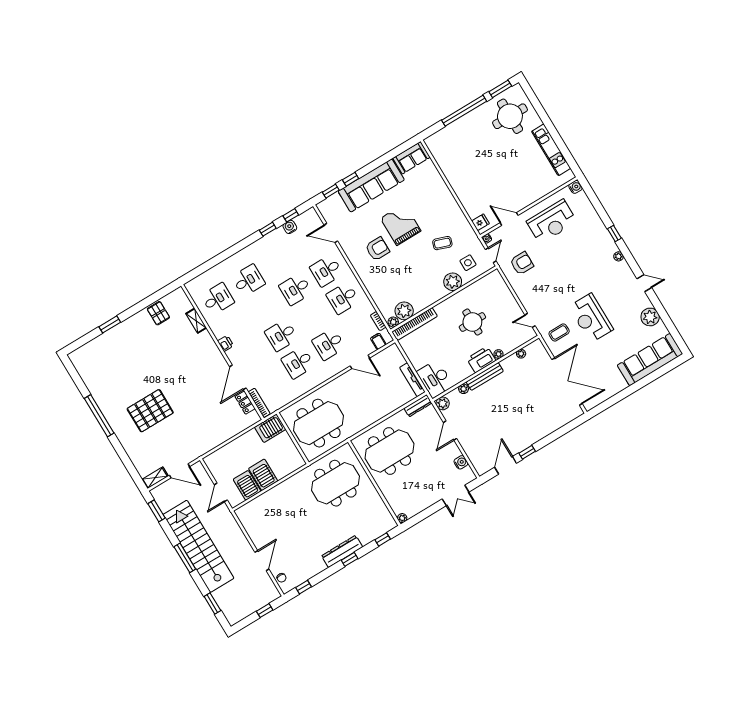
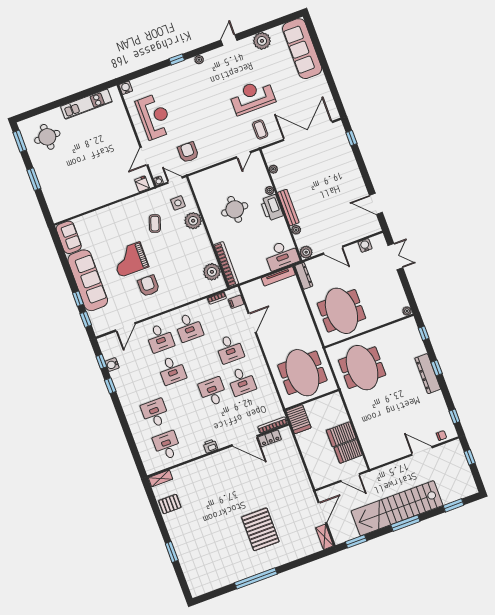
window: (464, 111) -> (34, 179), width x0.47
round table: (510, 116) -> (47, 137), width x0.73, depth x0.73
reception desk: (591, 318) -> (252, 97), turned 180
shelving: (196, 321) -> (161, 478), moved
plant: (393, 322) -> (220, 284), removed
desk: (281, 335) -> (213, 392), turned 180
window: (527, 452) -> (351, 138), moved

